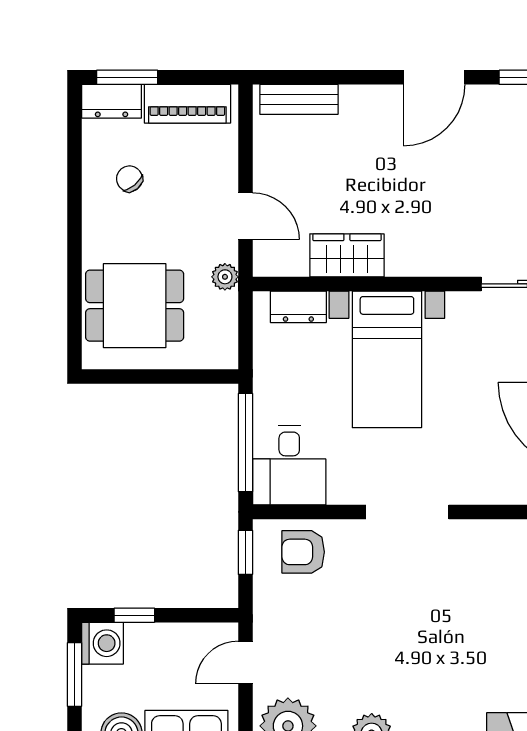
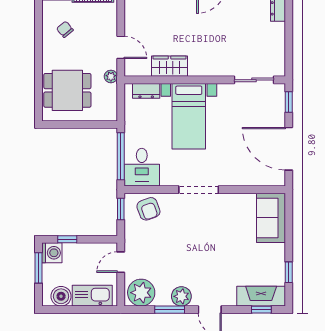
armchair: (303, 552) -> (148, 209), turned -110

